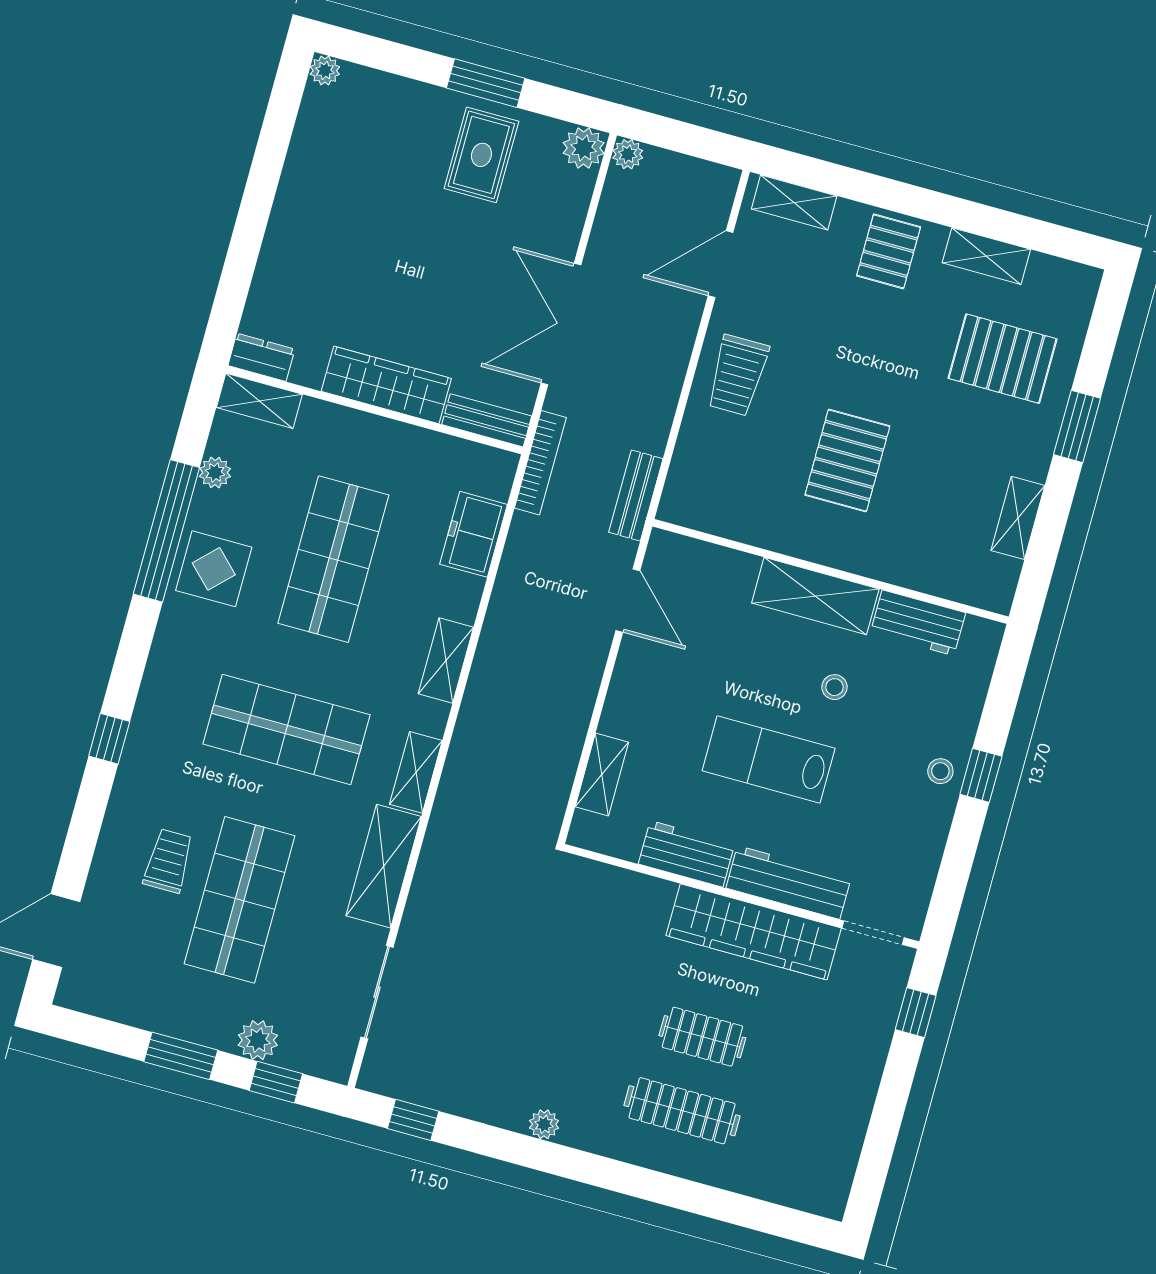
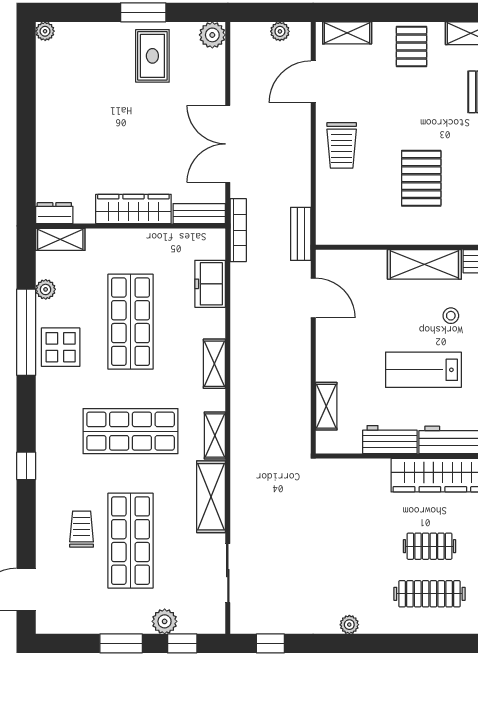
plant: (628, 154) -> (280, 31), moved

